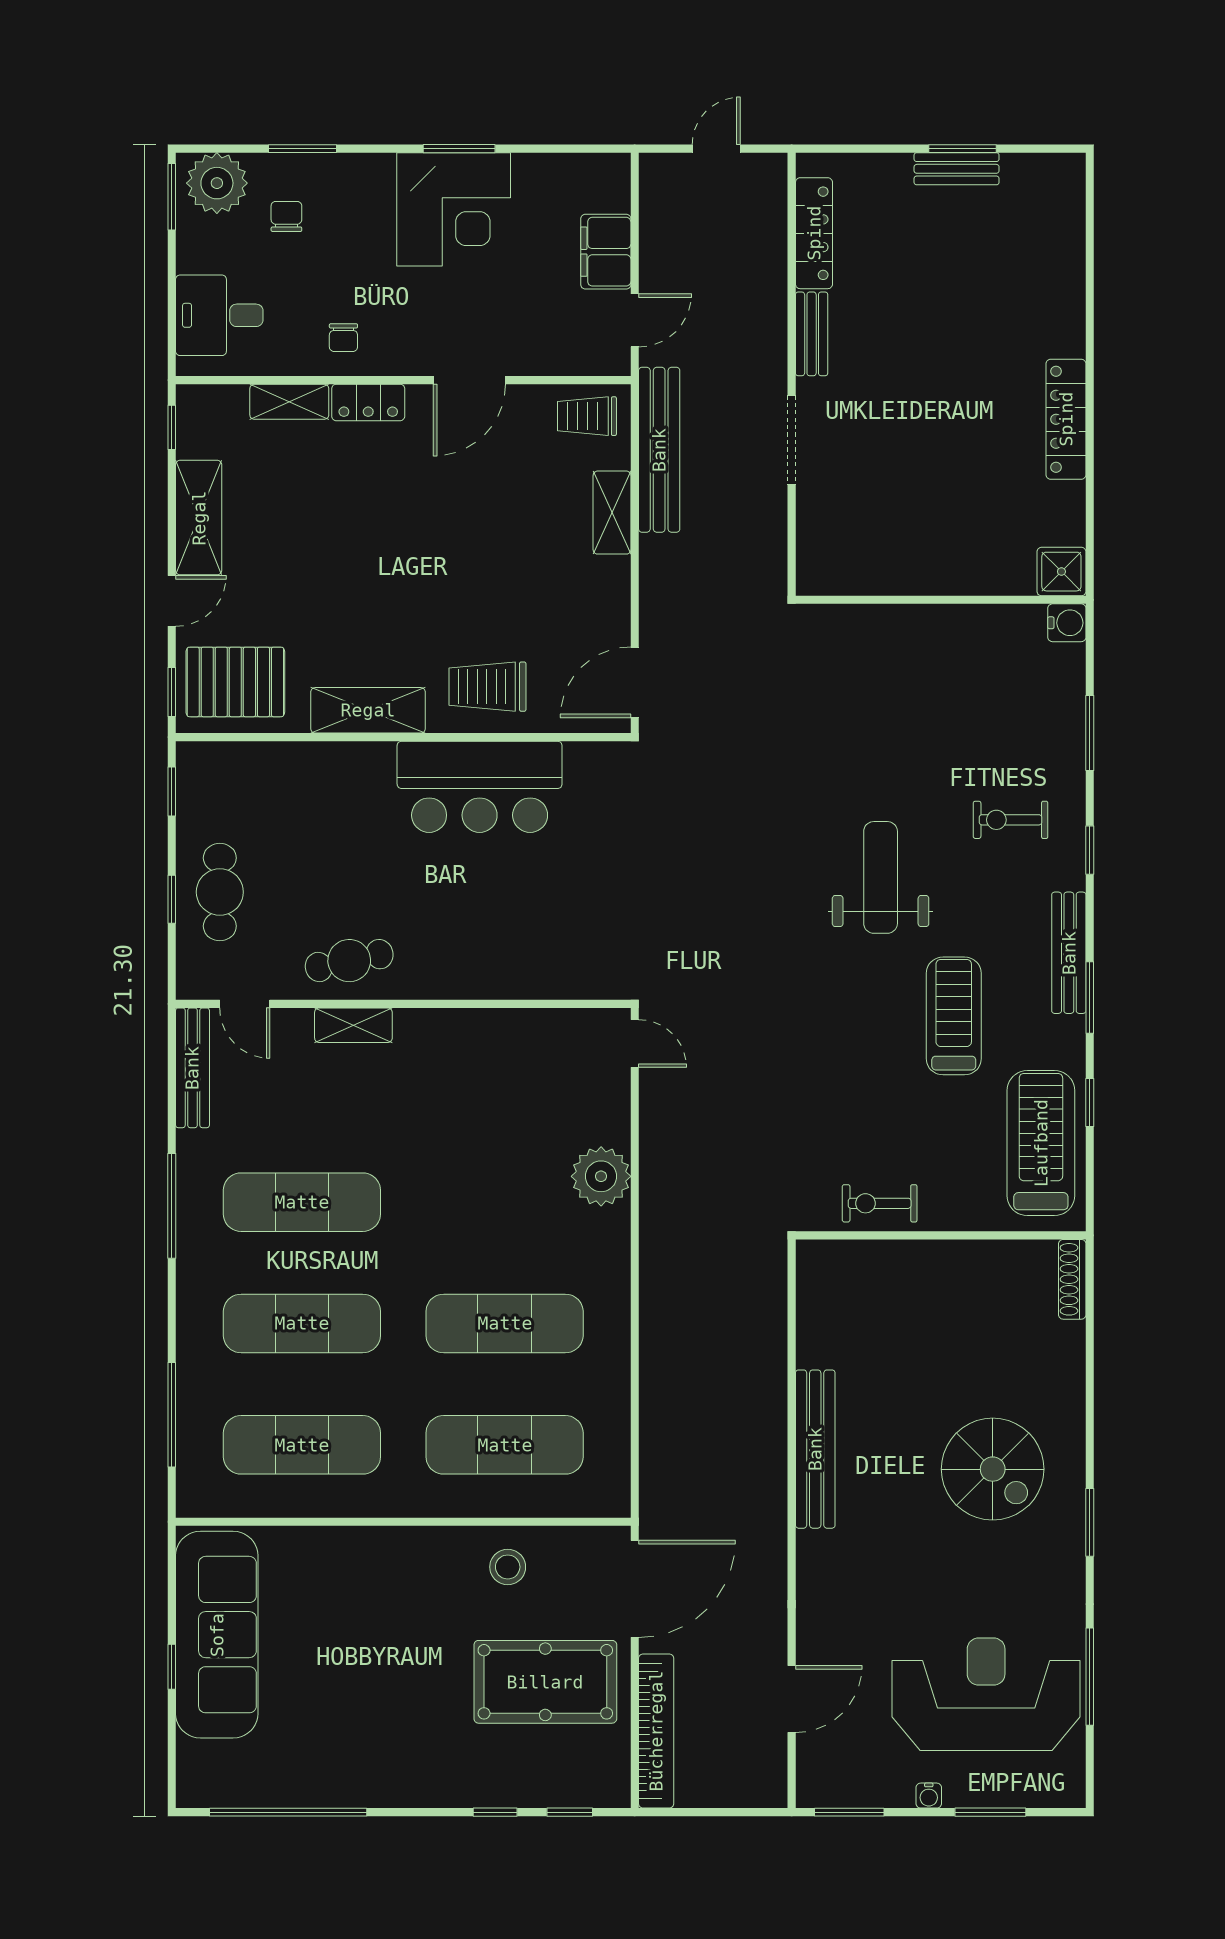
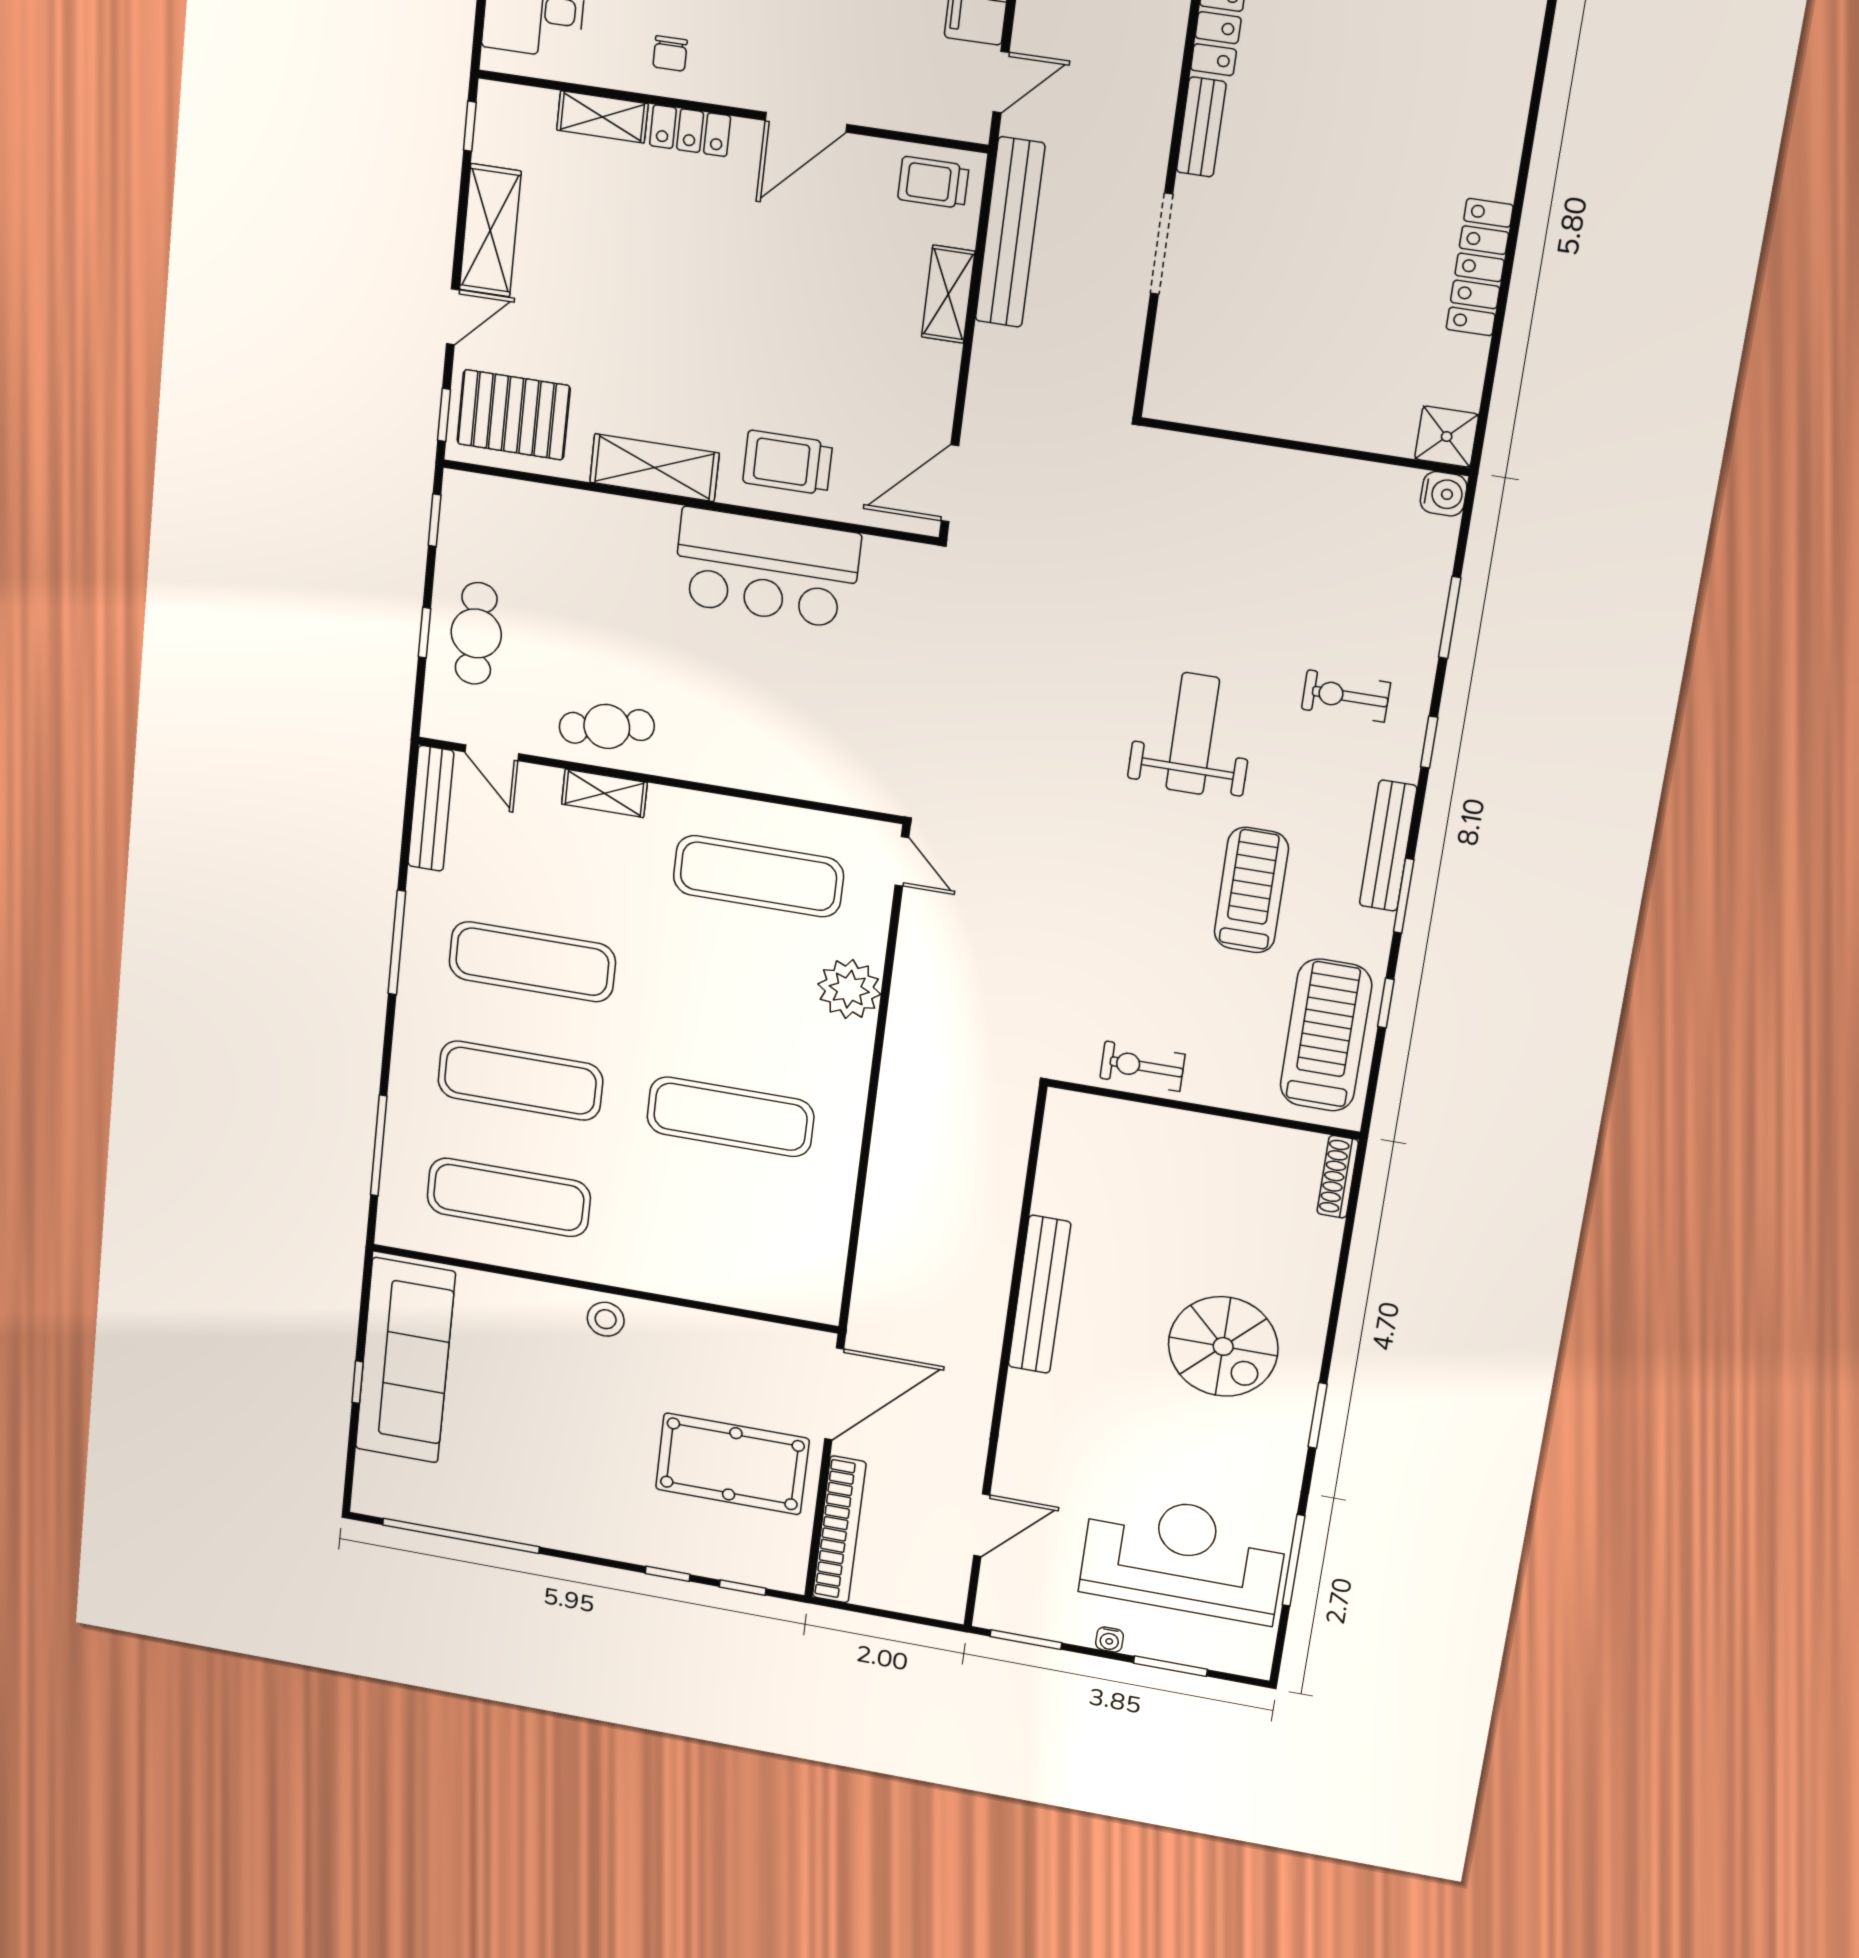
exercise mat: (505, 1445) -> (758, 876), moved
stool: (508, 1567) -> (606, 1319), moved

